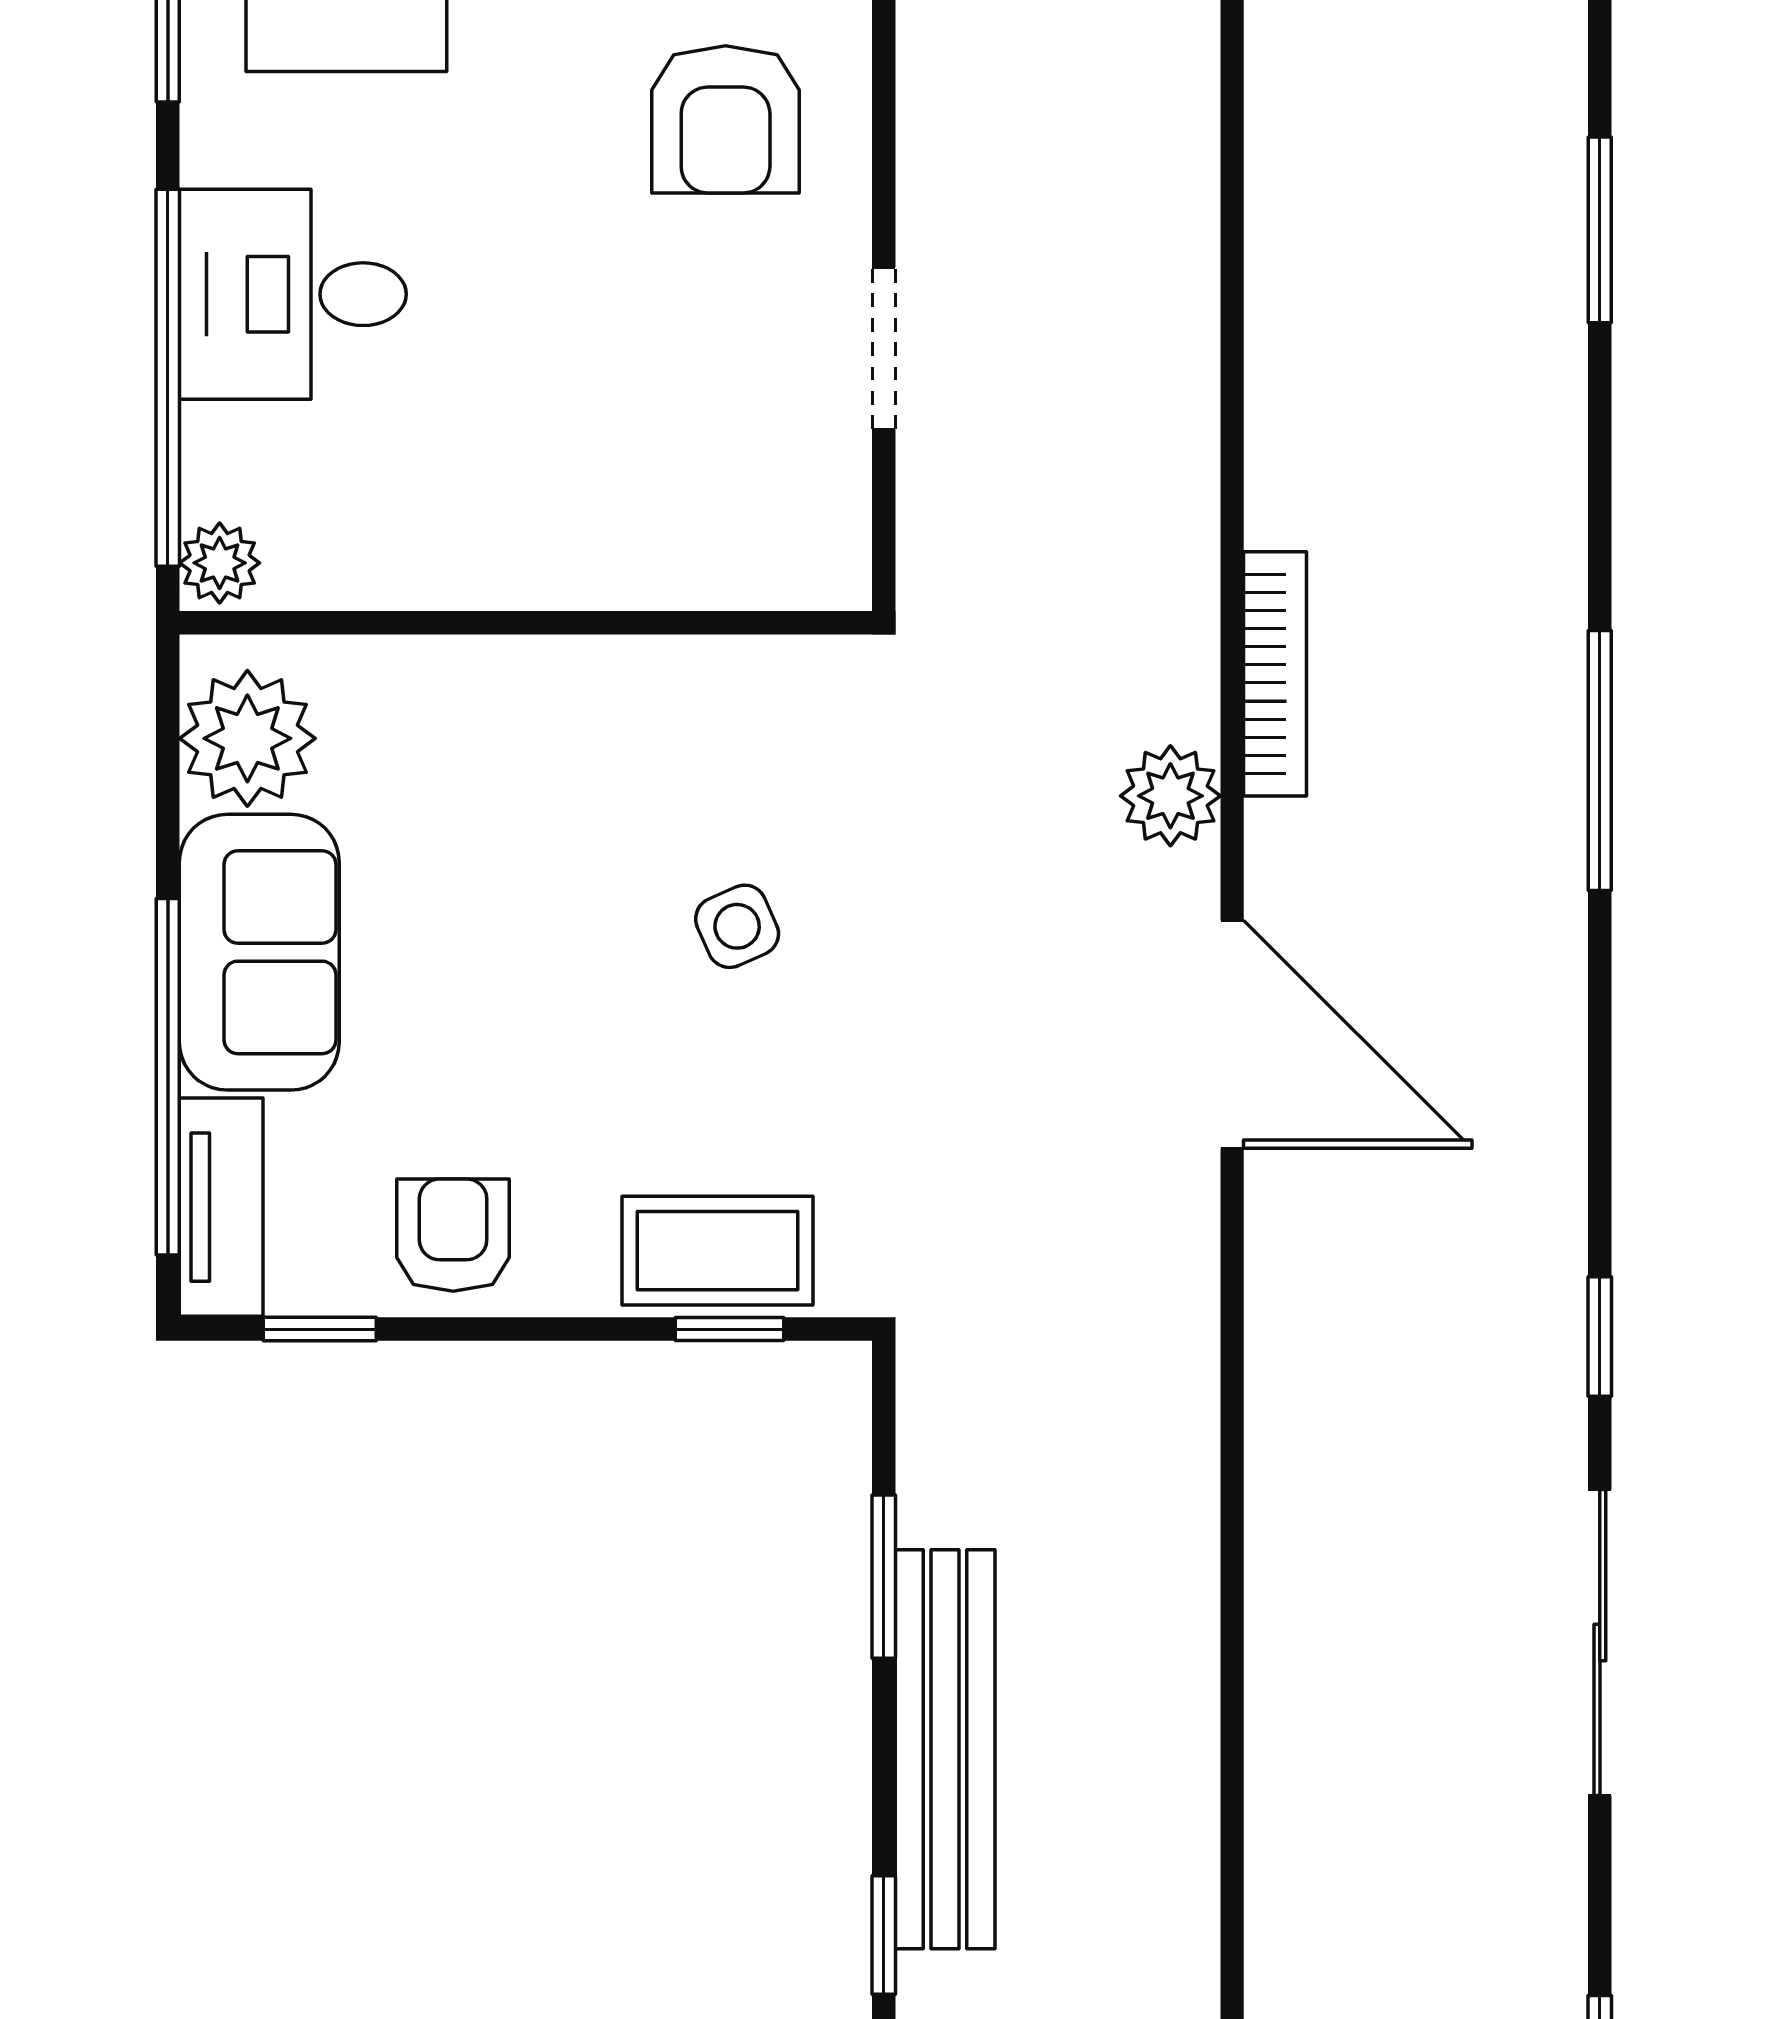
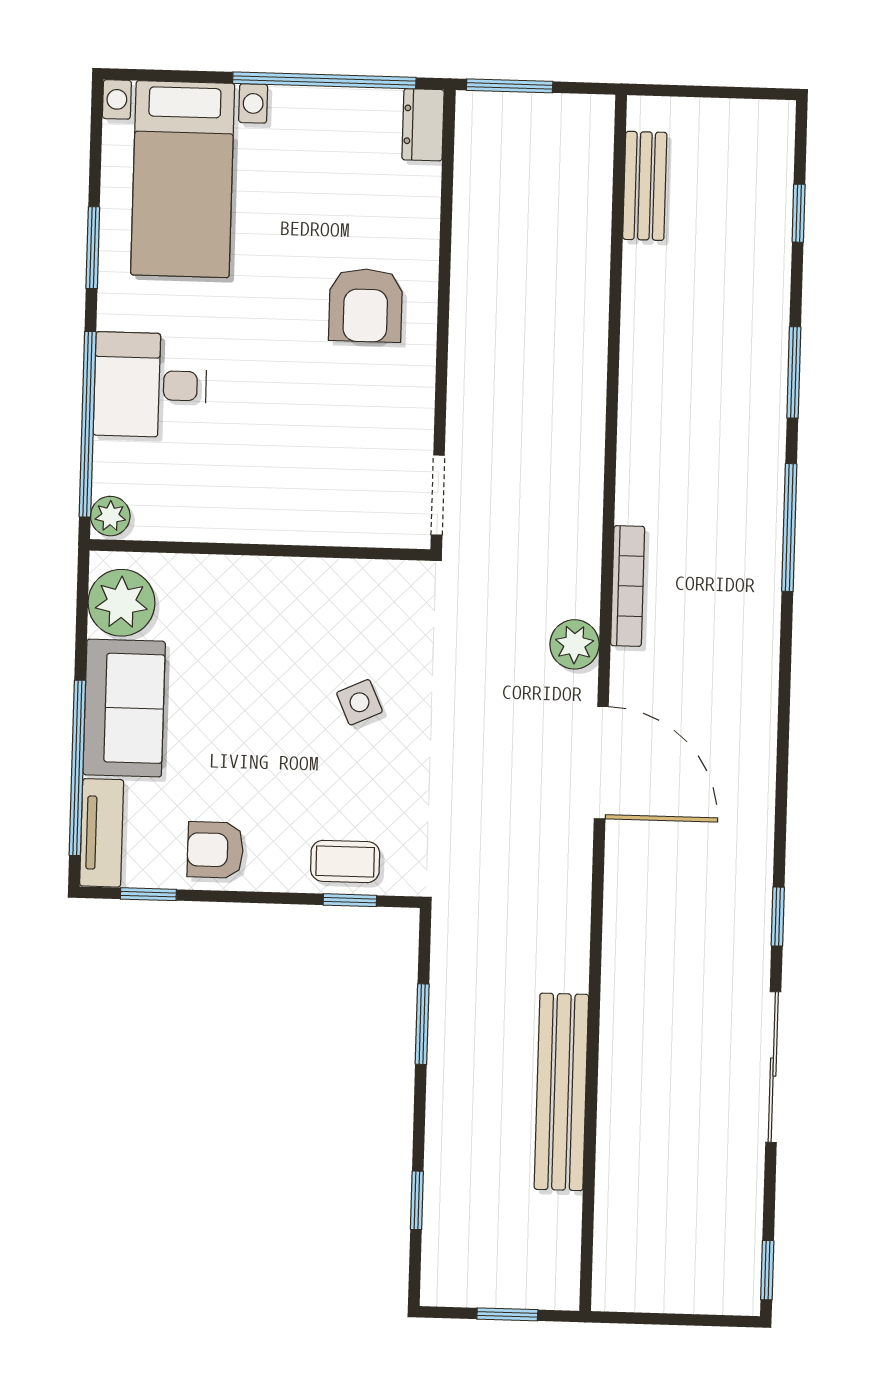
doorway: (884, 348) -> (438, 495), moved
window: (1600, 761) -> (789, 528), moved
armchair: (453, 1235) -> (215, 850), turned -90
coffee table: (718, 1251) -> (345, 861), width x0.73, depth x0.77
bench: (945, 1749) -> (561, 1092), moved

